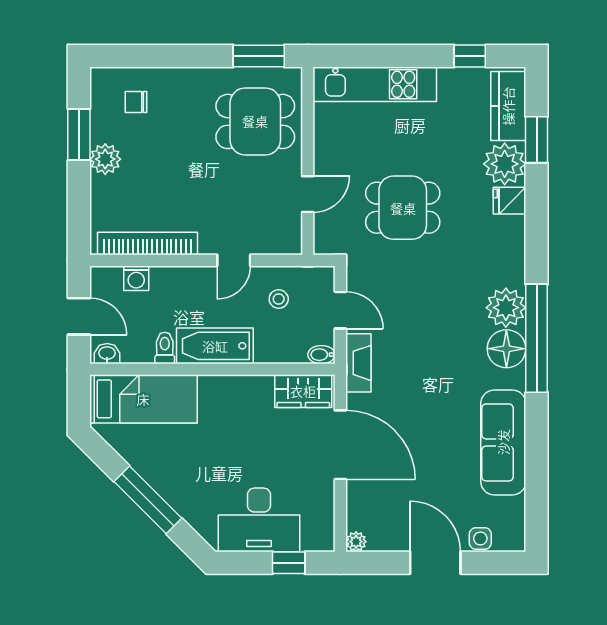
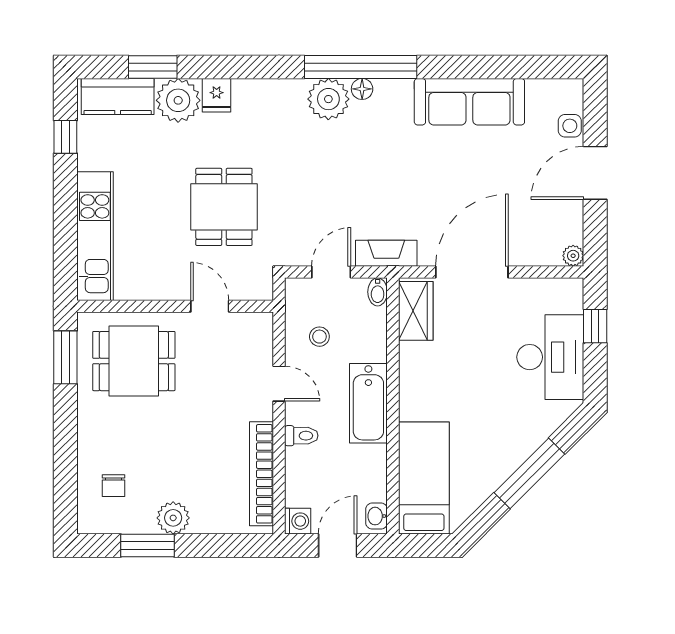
dining table: (255, 121) -> (134, 361), turned 90
washing machine: (136, 278) -> (298, 521), moved
toilet: (165, 348) -> (301, 436), moved, turned 180
floor lamp: (506, 349) -> (362, 89), width x0.53, depth x0.53

